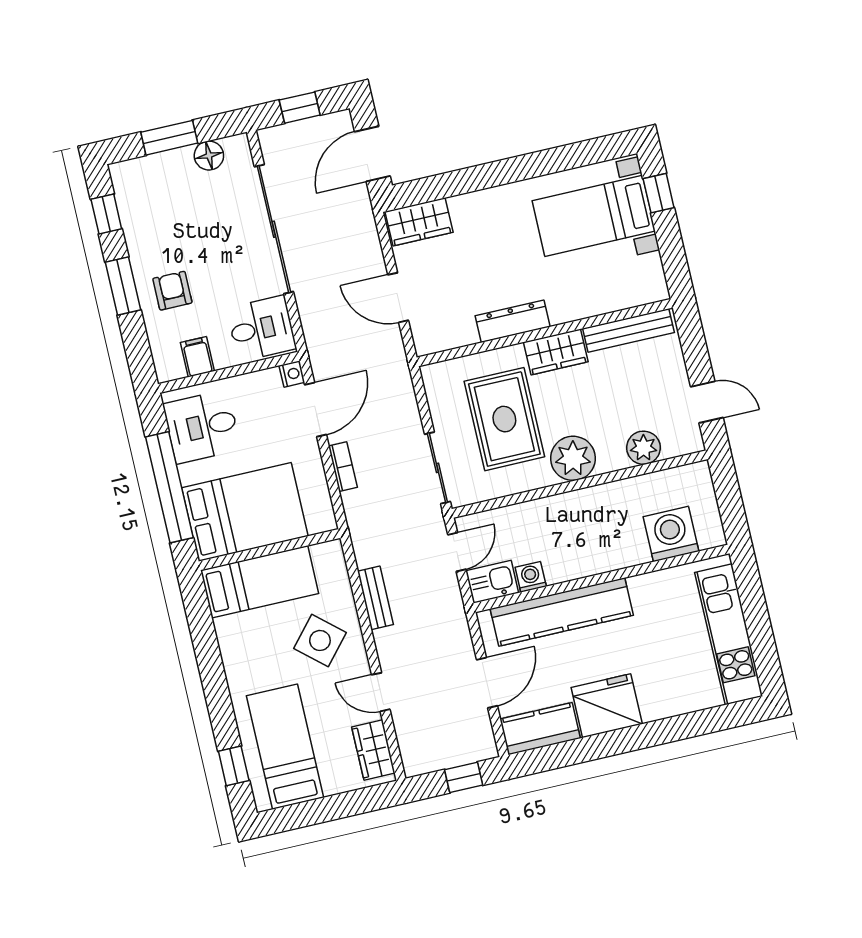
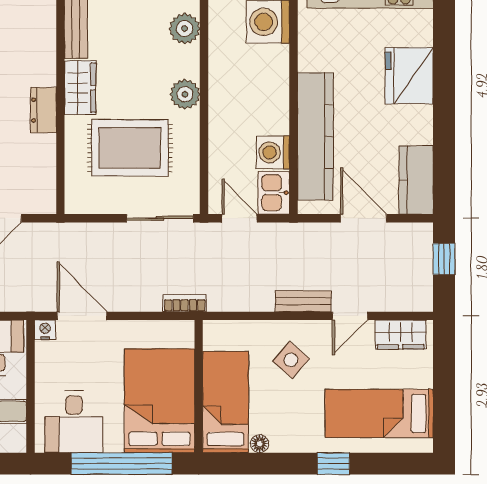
dresser: (513, 321) -> (44, 110), width x0.70
plant: (573, 458) -> (185, 94), width x0.73, depth x0.73
bookcase: (343, 467) -> (185, 303), moved
washing machine: (531, 577) -> (273, 152), width x1.38, depth x1.38
bench: (375, 598) -> (303, 301), moved
floor lamp: (224, 628) -> (260, 444), added
side table: (320, 640) -> (291, 360), width x0.73, depth x0.73
fridge: (607, 706) -> (409, 76), moved
window: (234, 766) -> (333, 464), moved

